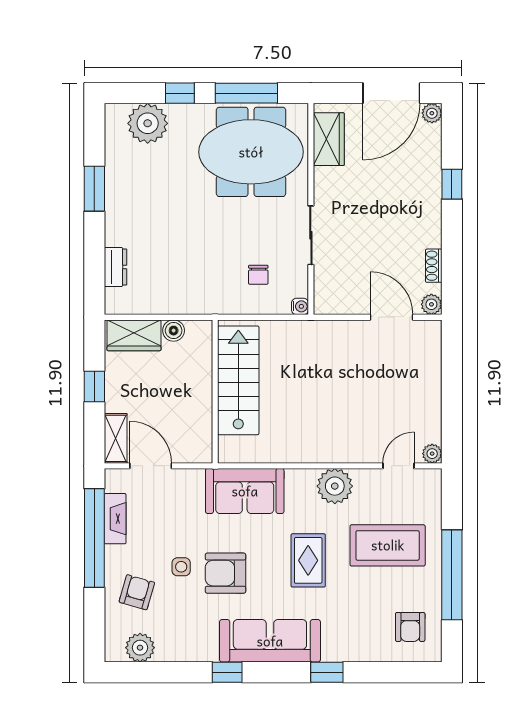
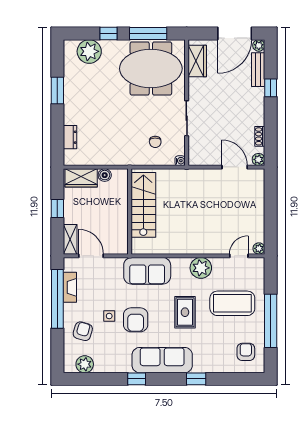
bench: (431, 154) -> (258, 70), added
armchair: (225, 573) -> (136, 320), turned -90
armchair: (410, 627) -> (246, 352), turned 180

